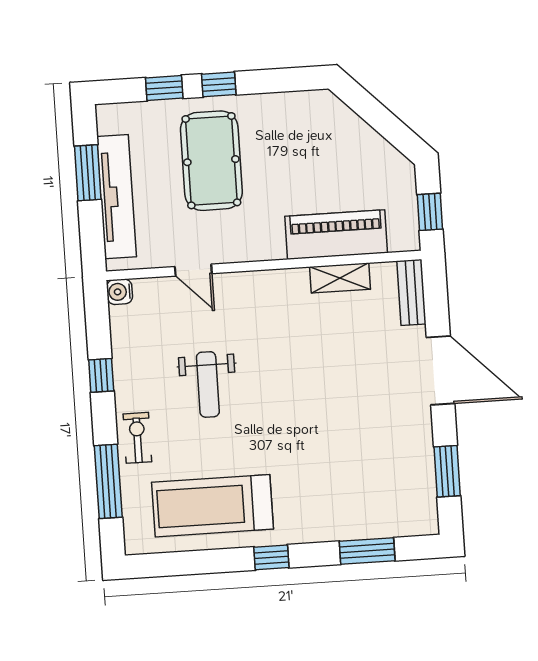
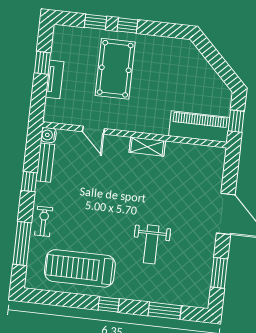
window: (88, 173) -> (42, 63), width x0.67
tv unit: (117, 197) -> (55, 79), width x0.52, depth x0.78
piano: (336, 235) -> (199, 127), moved
shelving: (340, 278) -> (147, 147), moved
bench: (411, 292) -> (45, 163), moved
weight bench: (208, 384) -> (151, 244), moved

